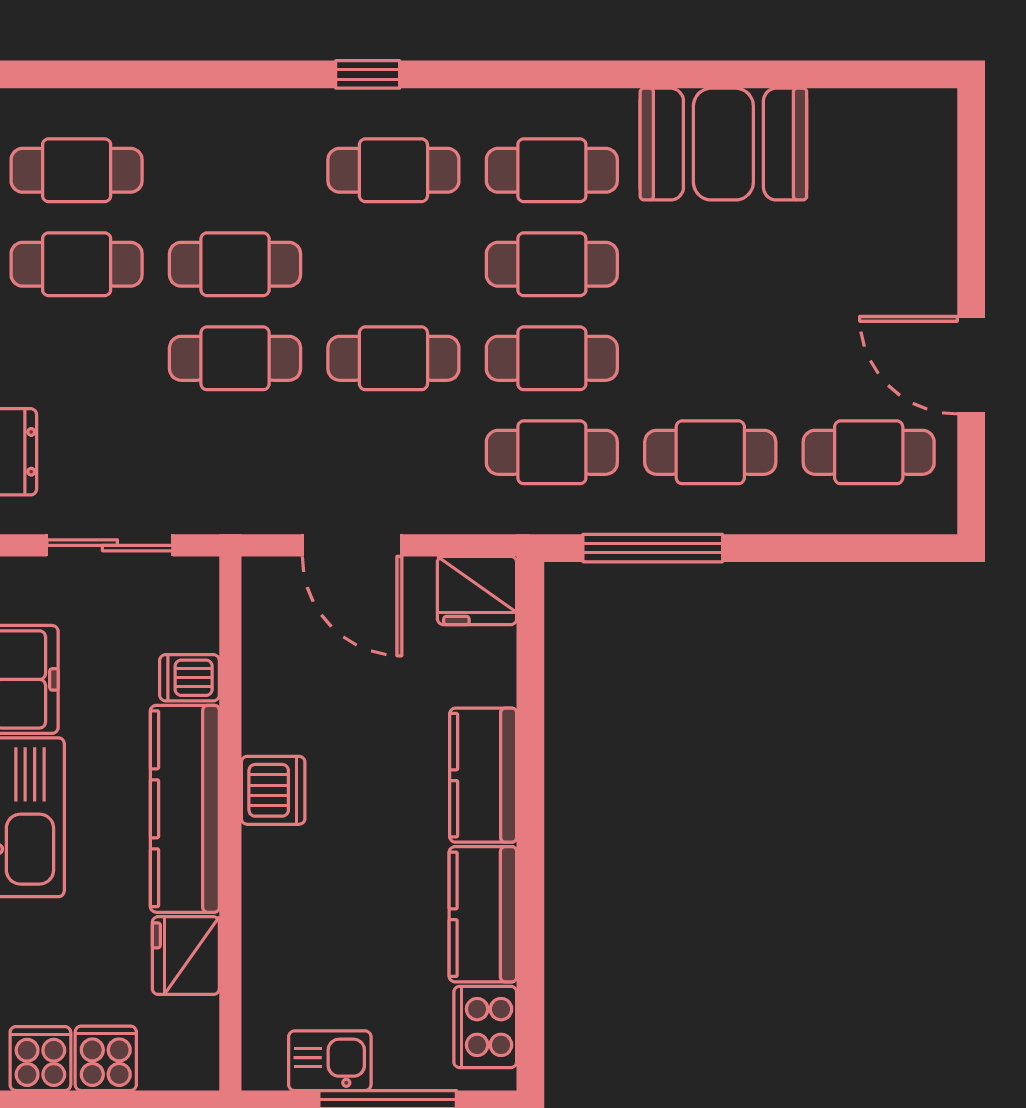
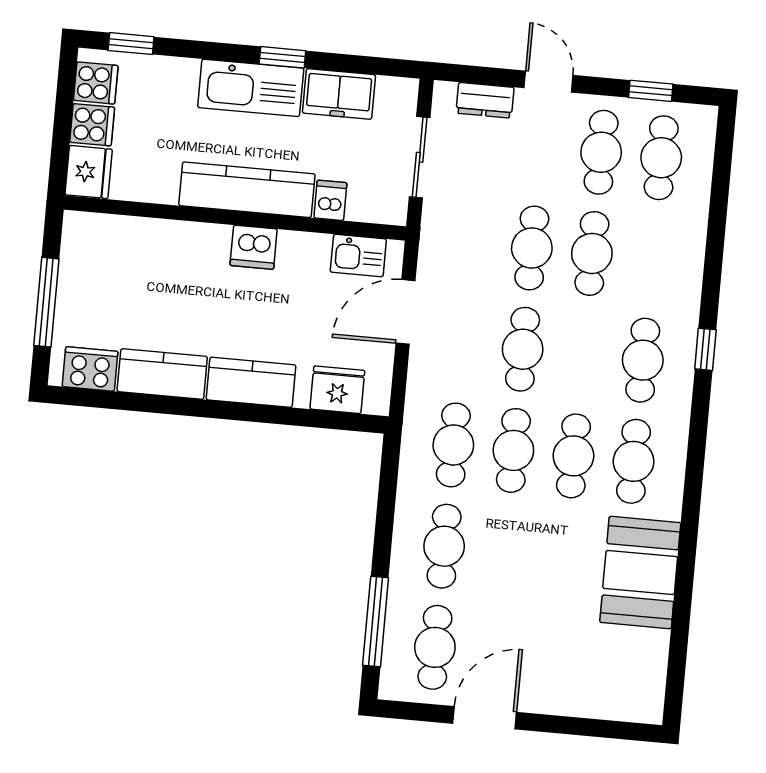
window: (653, 548) -> (376, 621), moved
fridge: (477, 590) -> (337, 390), moved, turned 90
fridge: (186, 956) -> (89, 172), moved, turned 90
kitchen sink: (330, 1061) -> (358, 256), moved, turned 90

